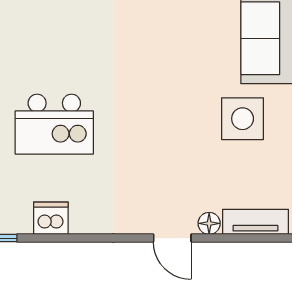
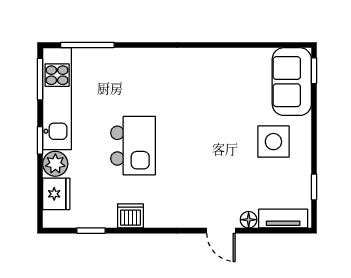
kitchen island: (54, 124) -> (133, 146), turned -90

